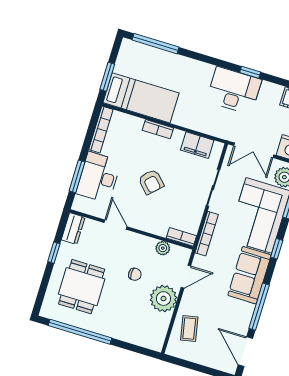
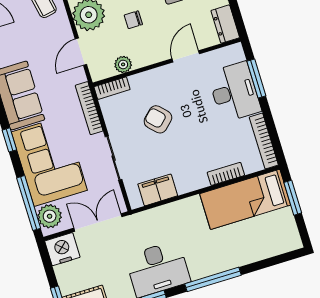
window: (156, 44) -> (213, 279), moved
bookcase: (158, 129) -> (226, 174), moved
armchair: (151, 182) -> (158, 119), moved
door: (116, 225) -> (186, 56), swing flipped

